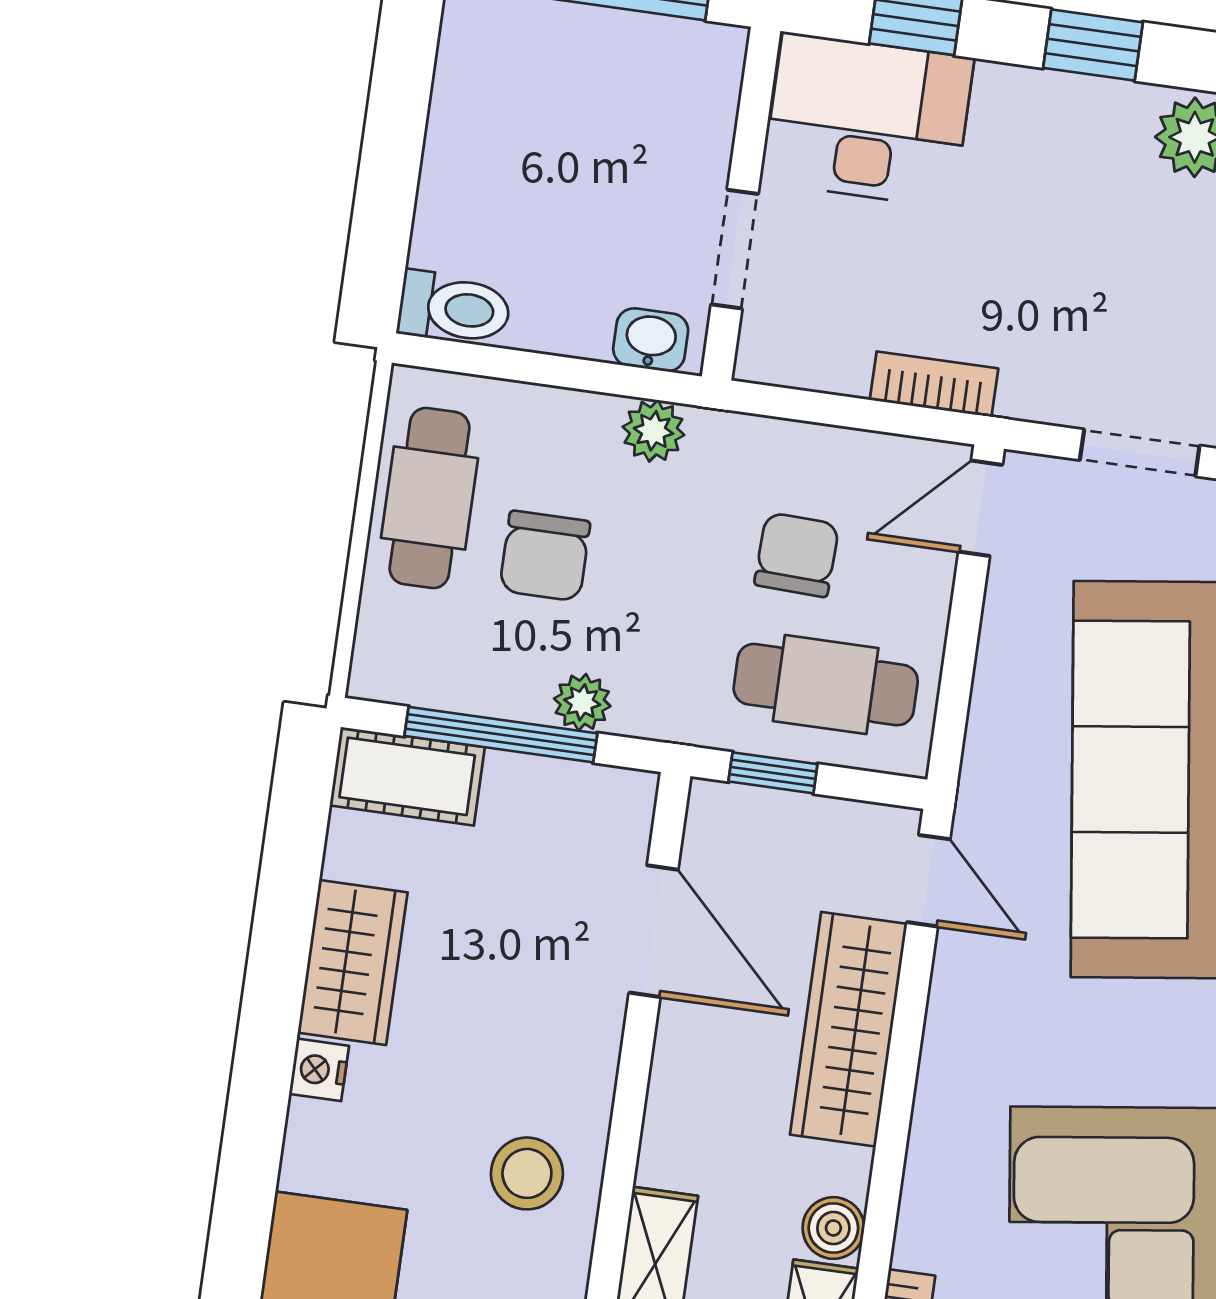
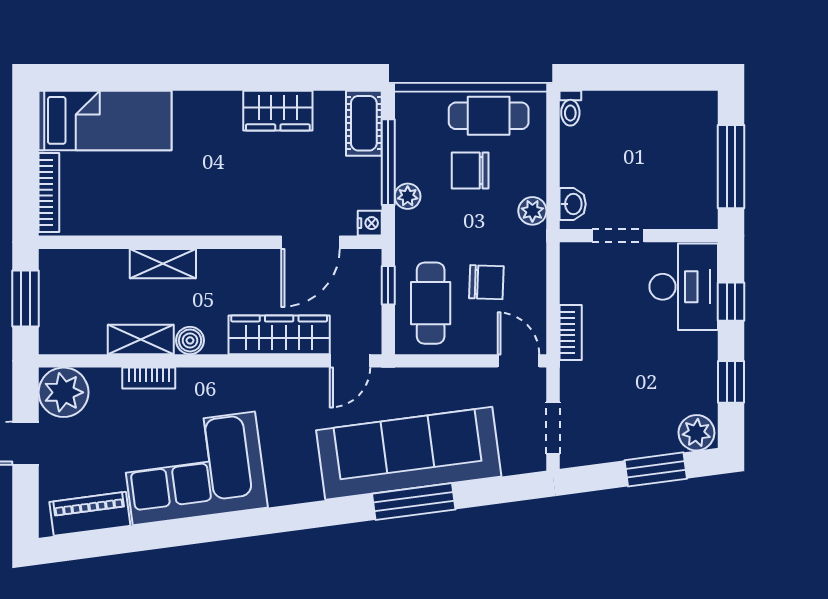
toilet: (454, 308) -> (570, 108), width x0.73, depth x0.72
nightstand: (319, 1070) -> (370, 223), moved, turned 90
stool: (527, 1173) -> (195, 201), removed

